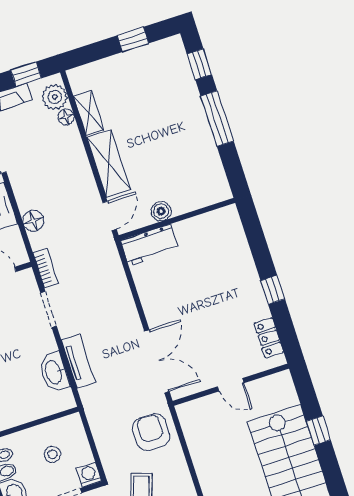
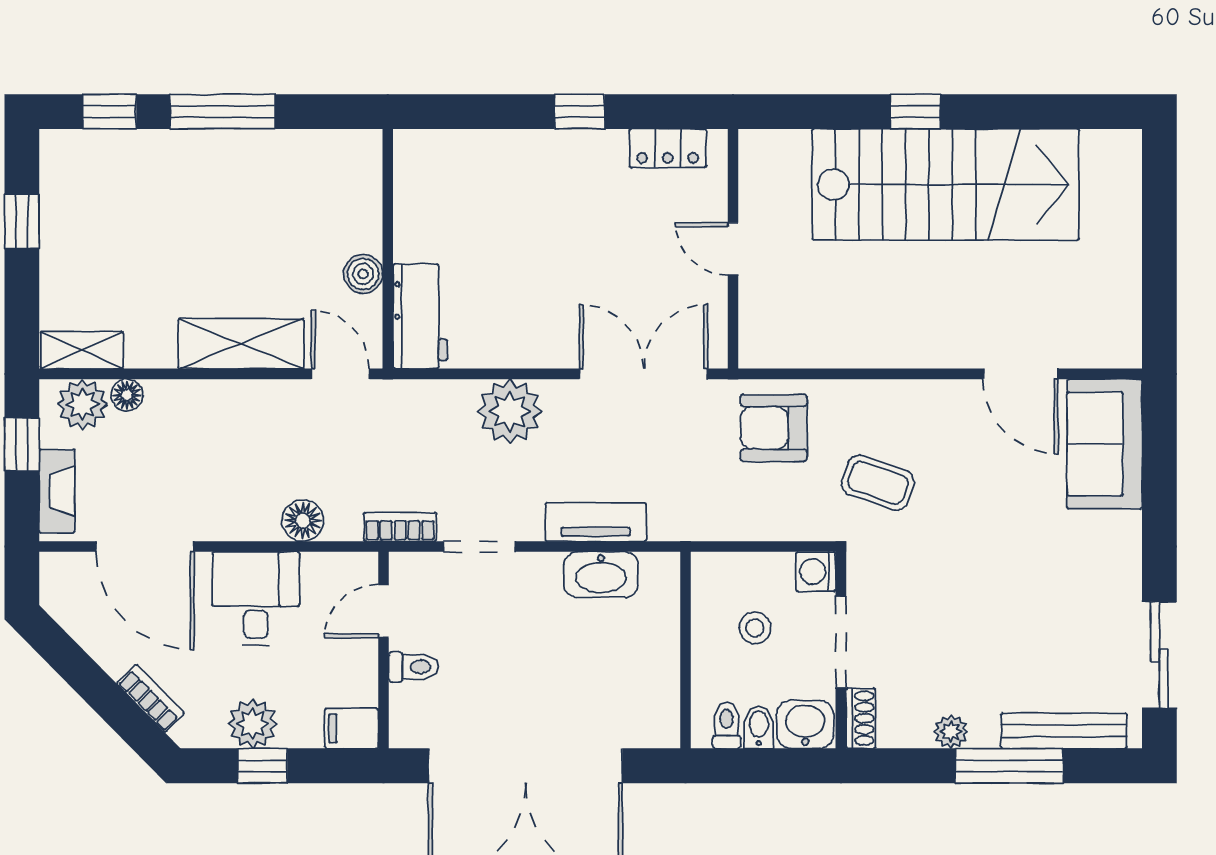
shelving: (89, 113) -> (82, 350), moved
plant: (118, 303) -> (510, 411), added
door: (231, 385) -> (733, 249), swing flipped
window: (318, 431) -> (915, 112), moved

